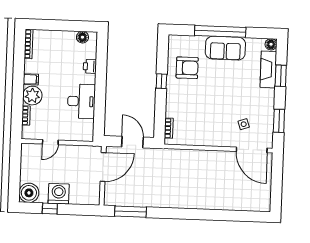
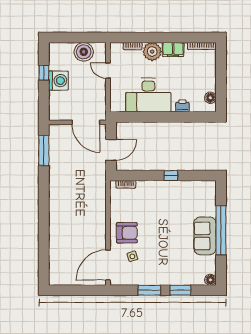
armchair: (187, 68) -> (127, 233), moved, turned -90
fireplace: (268, 69) -> (186, 278), removed
filing cabinet: (31, 79) -> (173, 50), width x2.00
desk: (81, 101) -> (148, 95), width x1.36, depth x1.30
window: (279, 121) -> (149, 290), moved
boiler: (29, 193) -> (84, 52), moved

